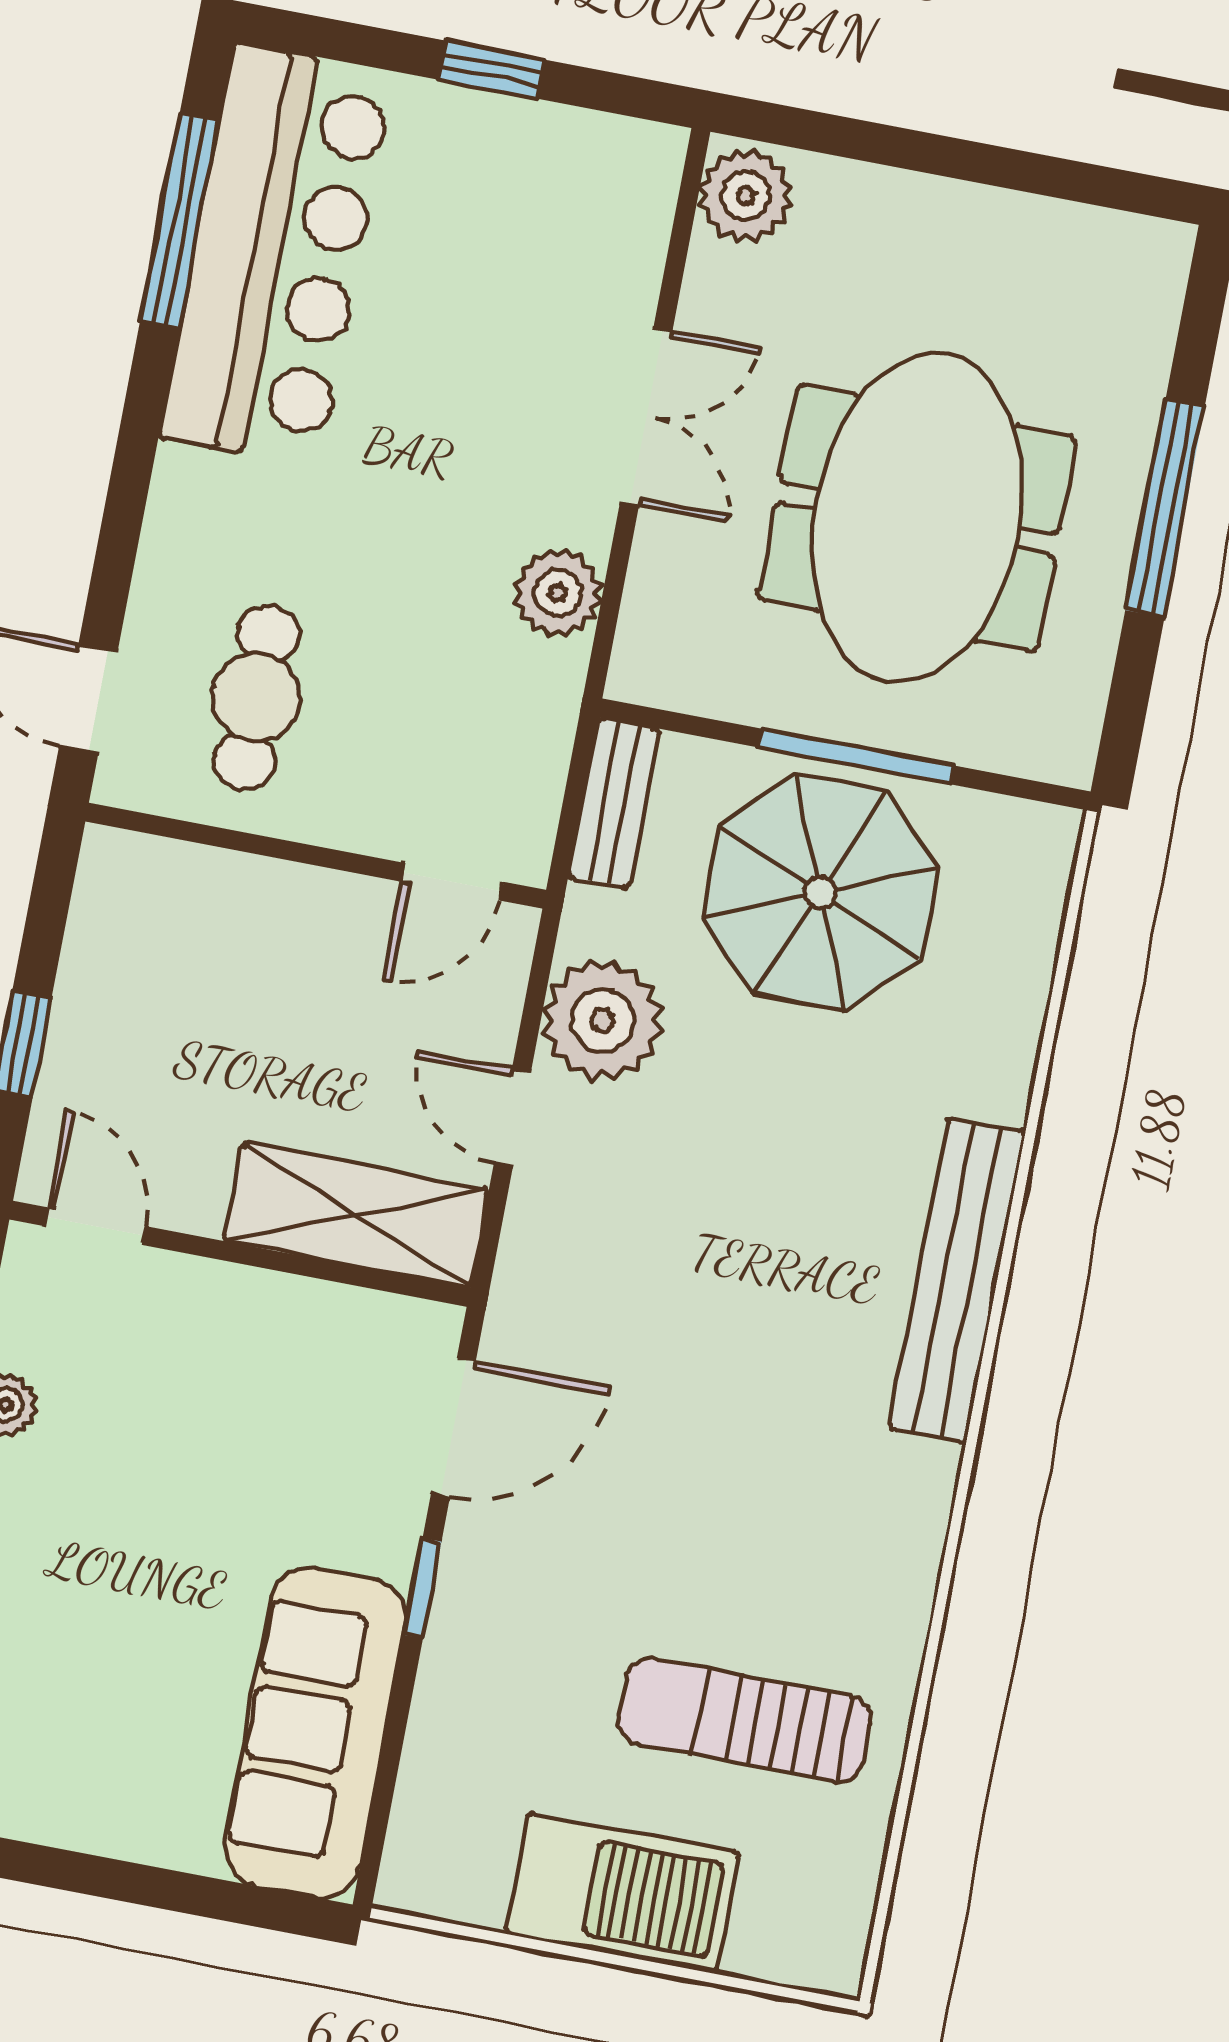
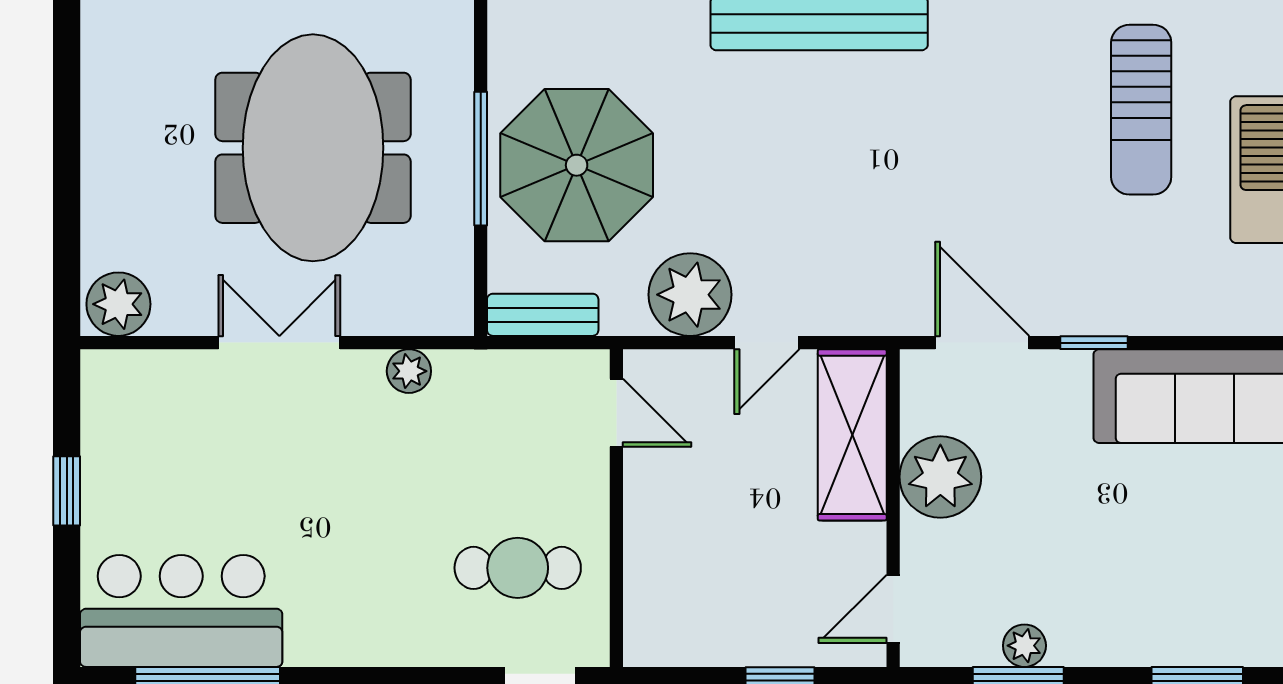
bar counter: (277, 254) -> (181, 611), width x0.73
meeting table: (917, 518) -> (313, 148), turned 90
plant: (558, 593) -> (409, 371), width x0.73, depth x0.73
plant: (272, 1330) -> (940, 477), added

